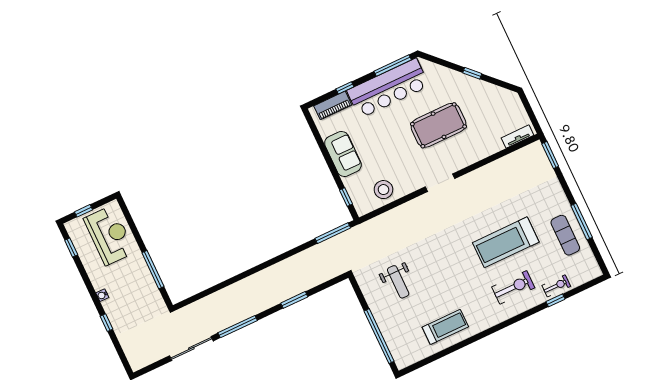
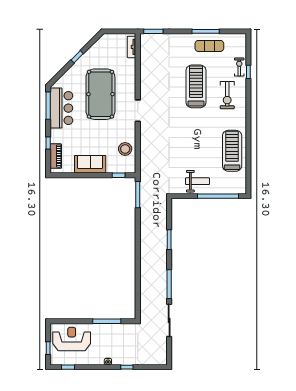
bar counter: (388, 88) -> (61, 108), width x0.73
pool table: (438, 125) -> (100, 94), width x1.36, depth x1.32
treadmill: (506, 242) -> (196, 86), turned 180
weight bench: (398, 282) -> (198, 181), moved
exercise bike: (513, 287) -> (227, 95), turned 180
treadmill: (445, 327) -> (232, 151), width x1.37, depth x1.38

